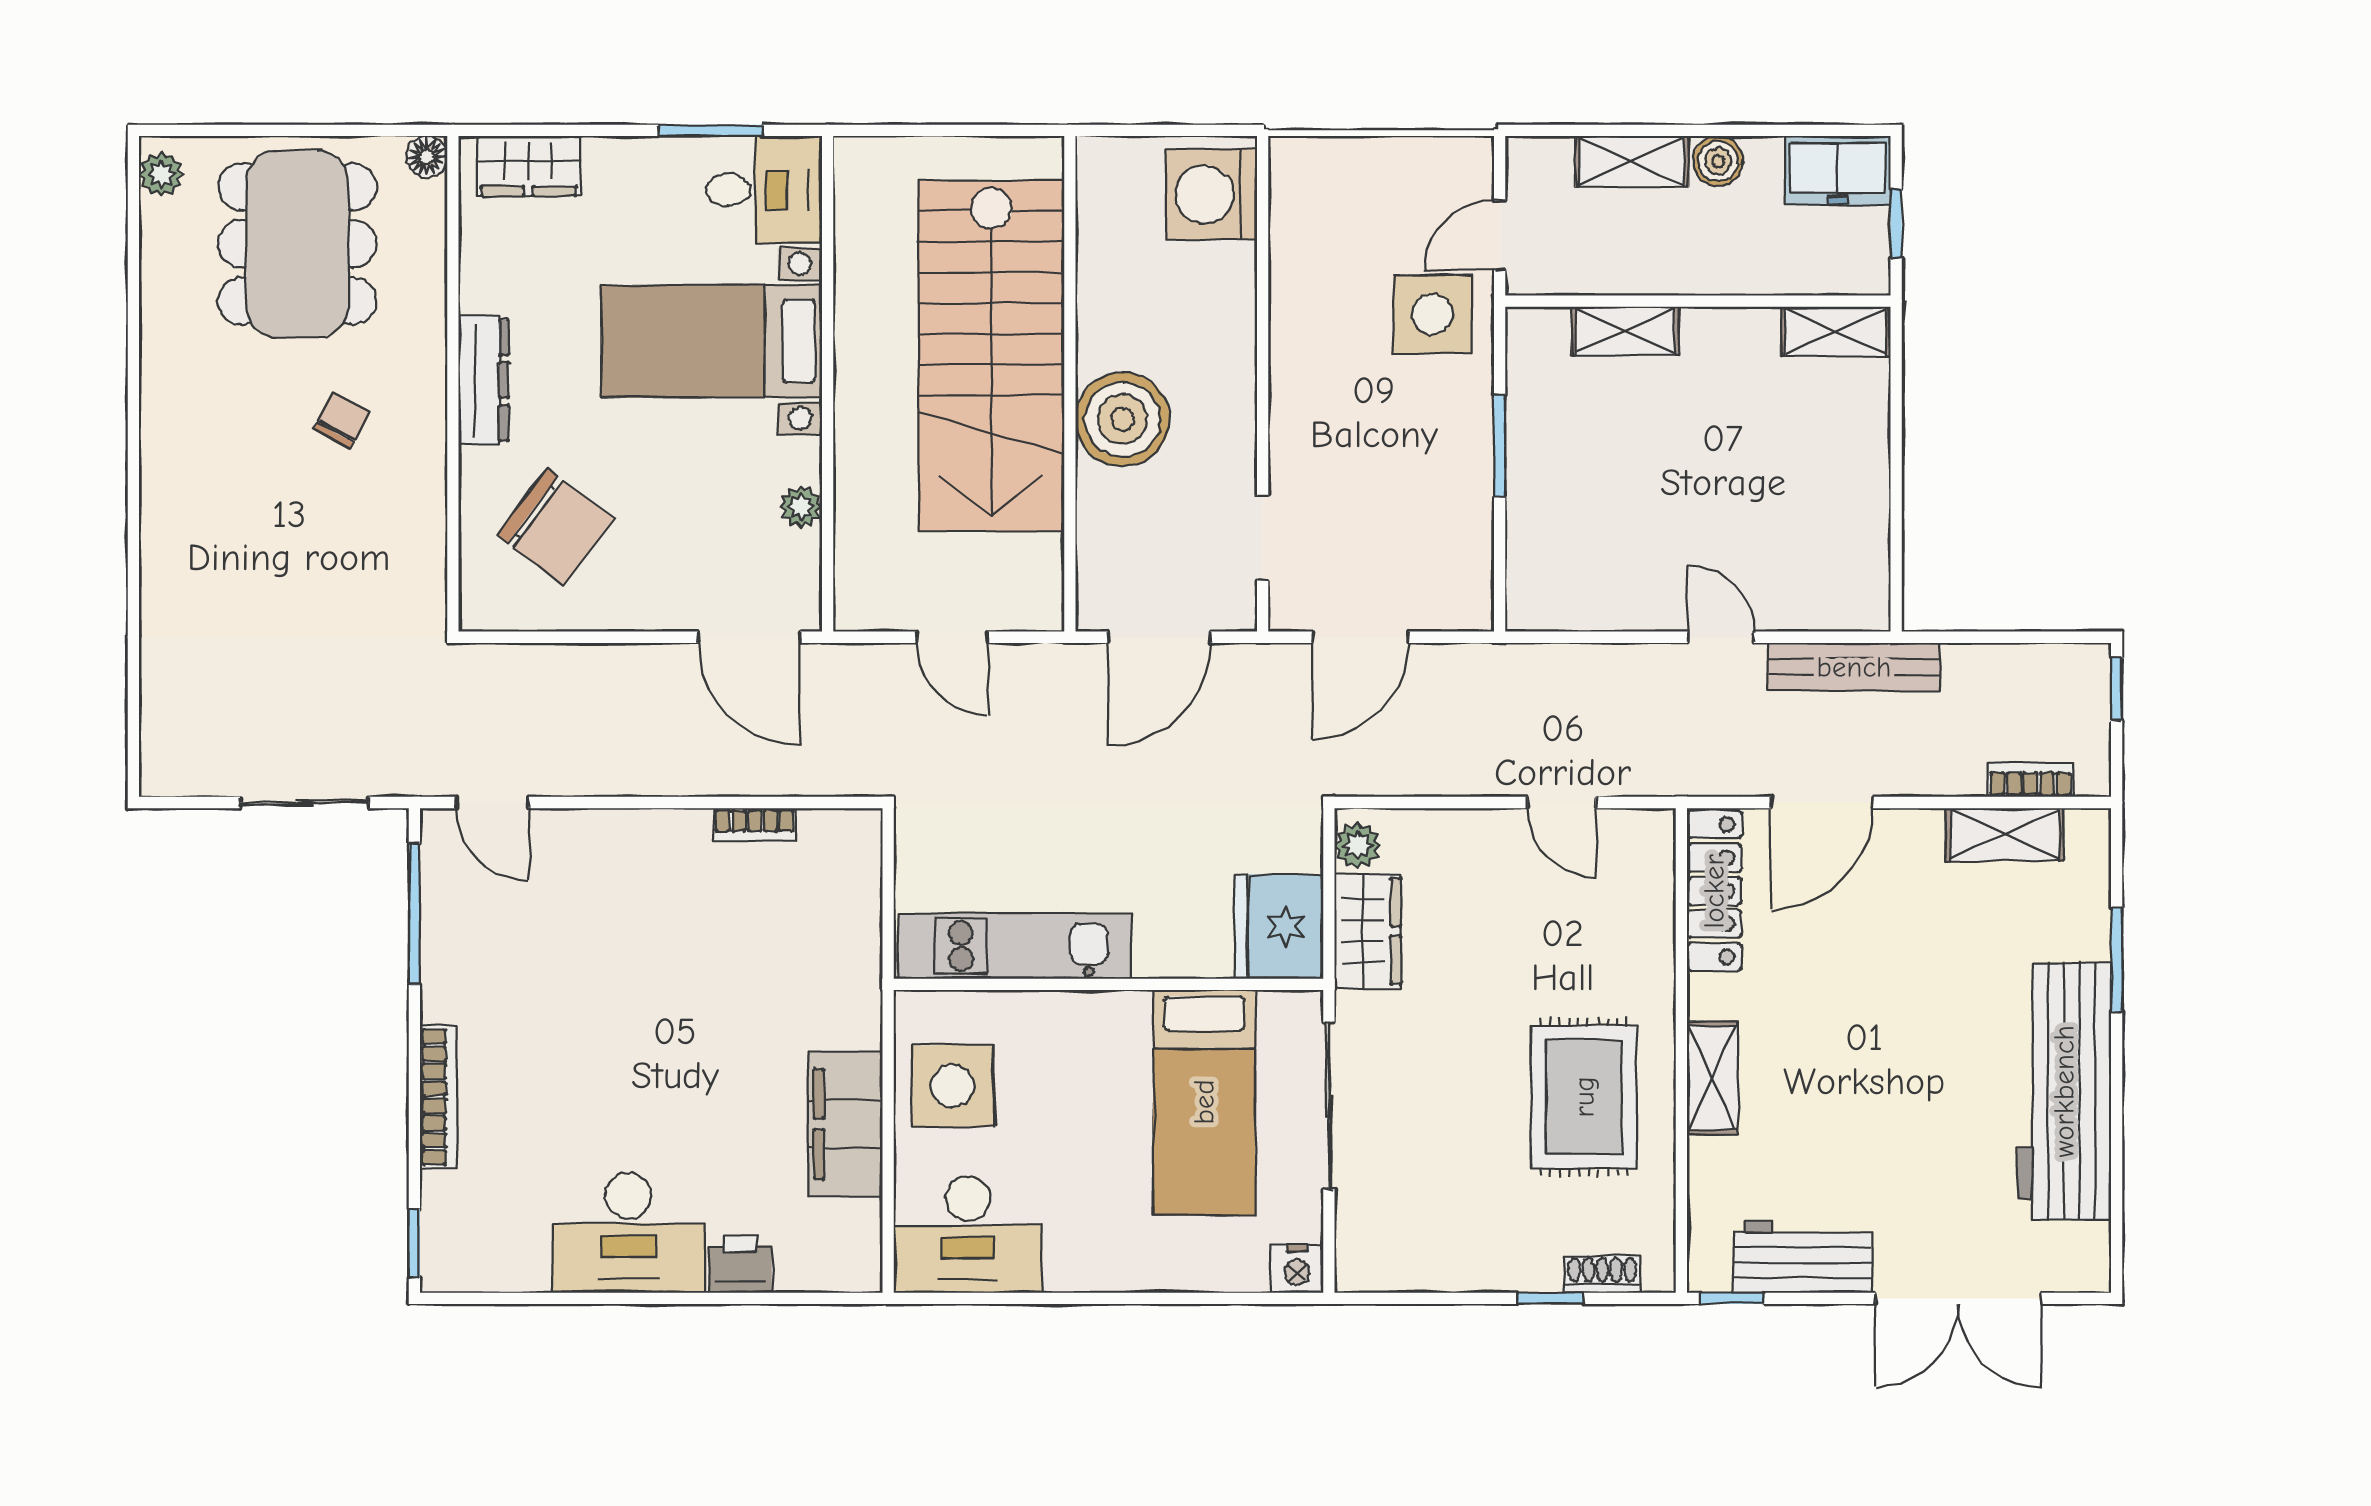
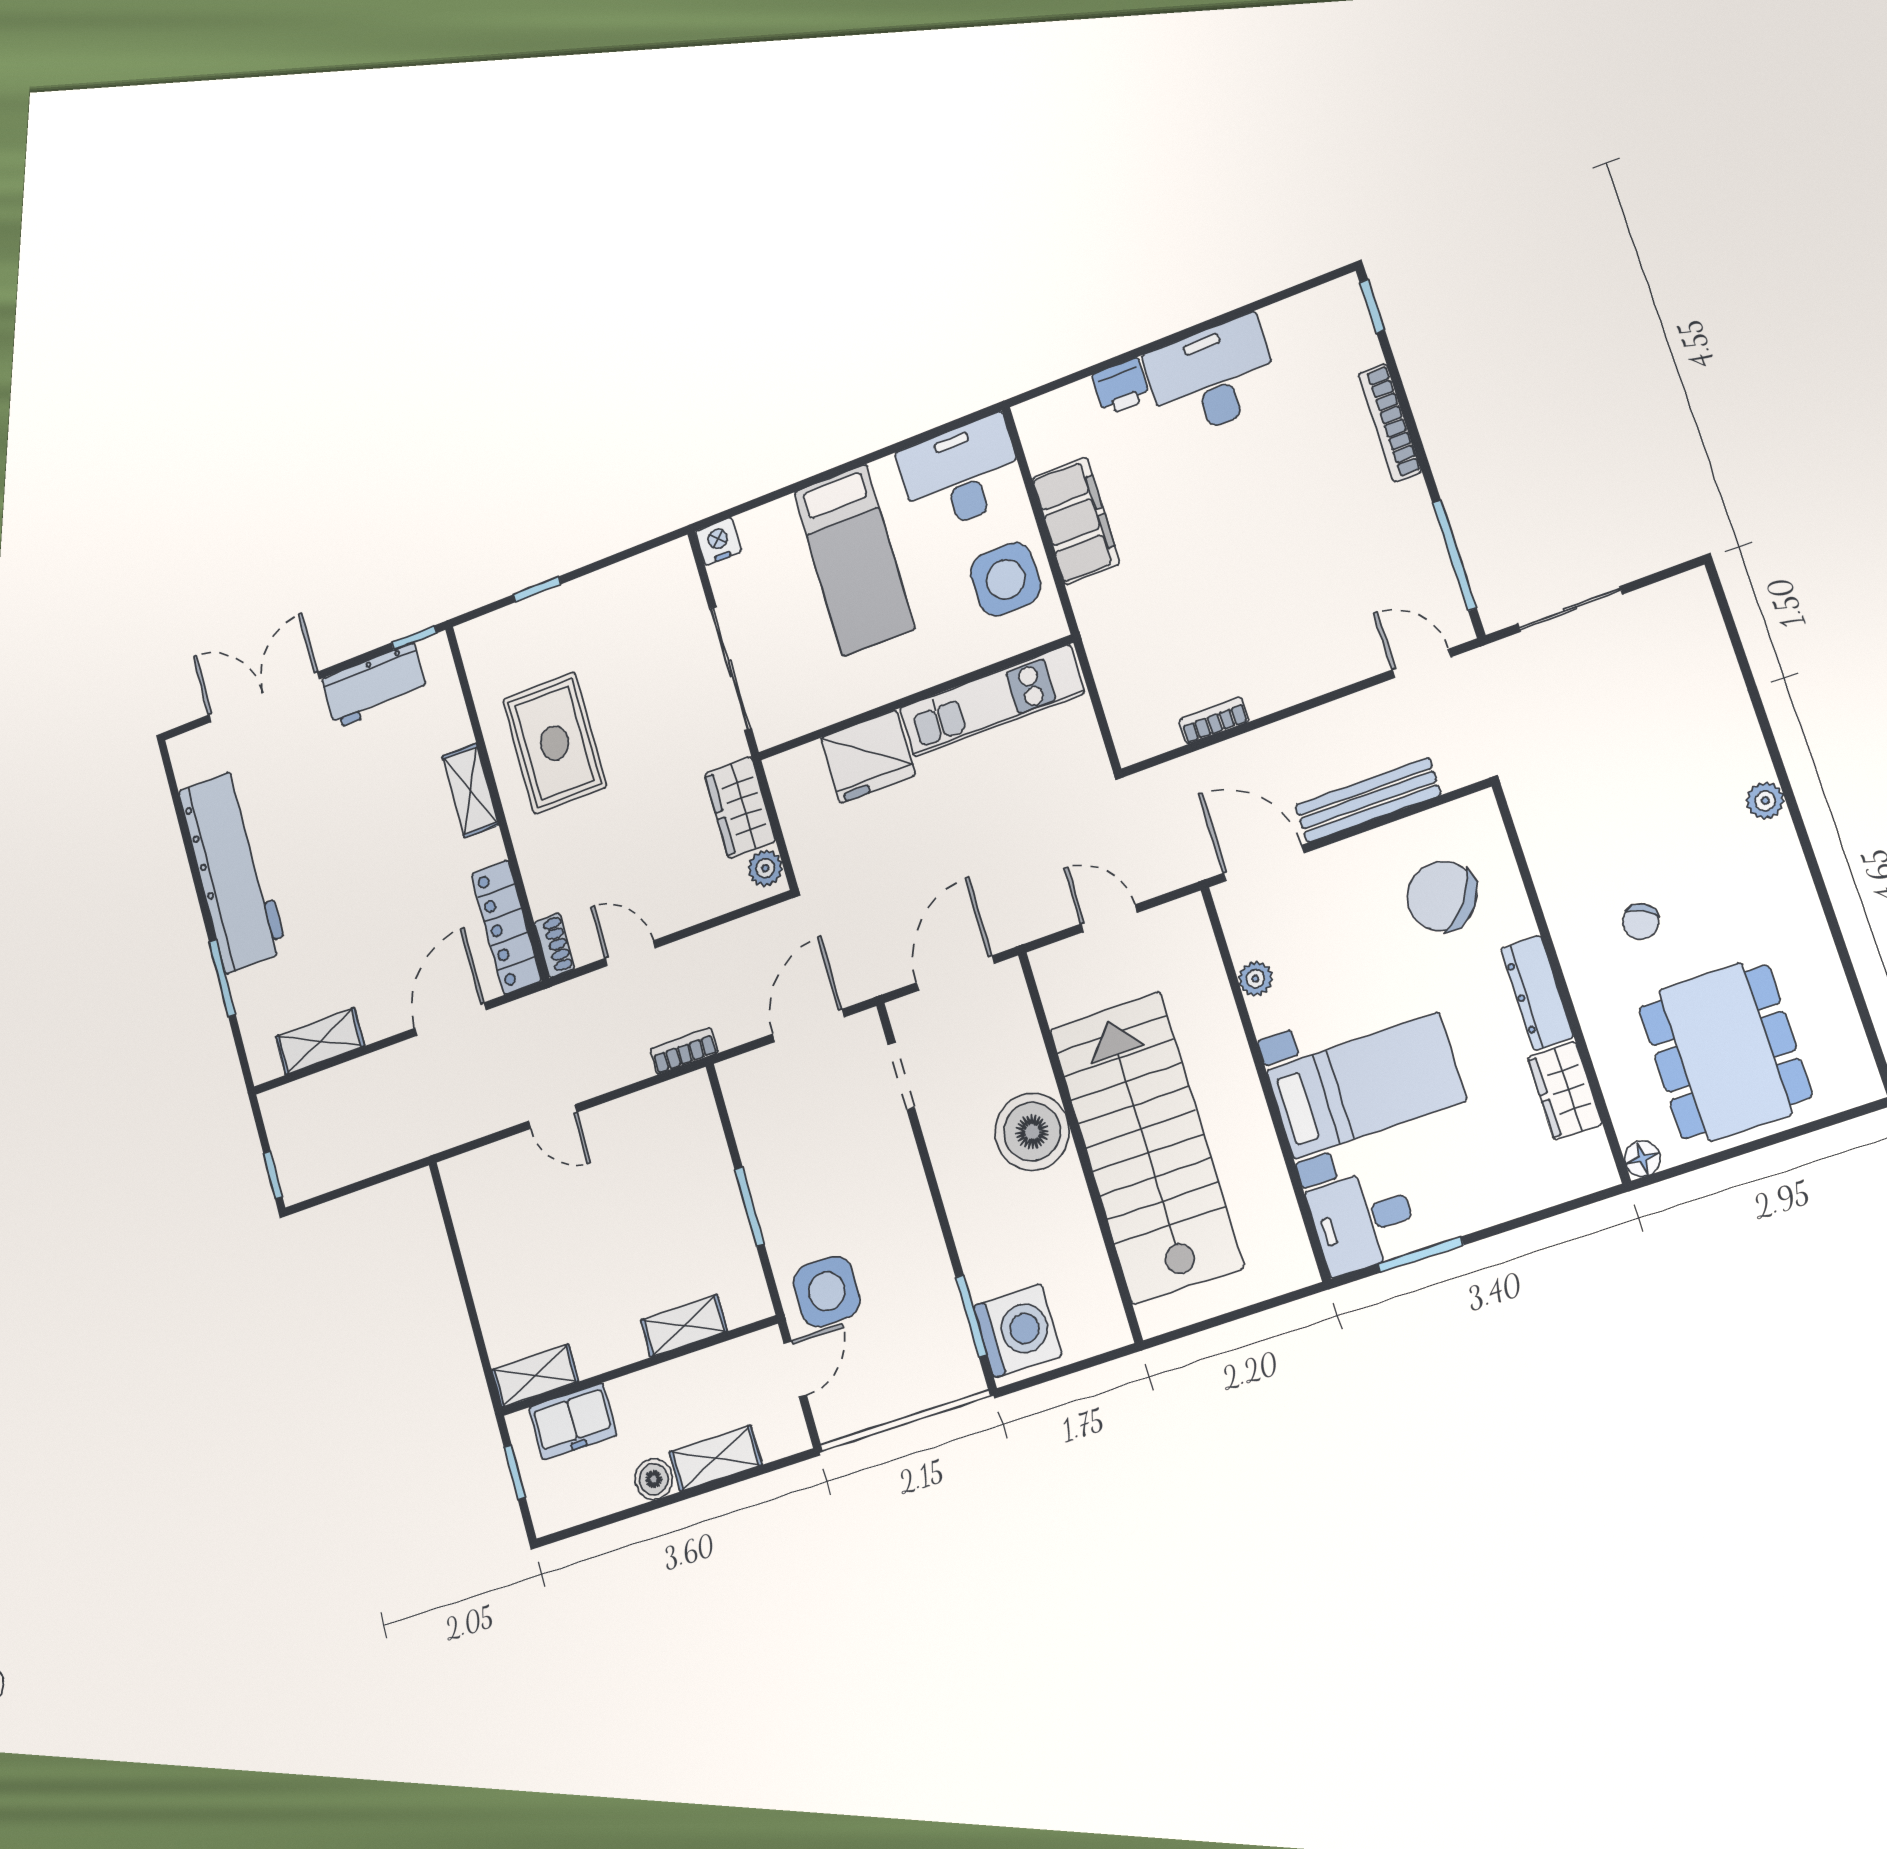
wardrobe: (528, 166) -> (1565, 1091), moved, turned -90
freezer: (1838, 170) -> (573, 1422), moved, turned 180
plant: (161, 174) -> (1765, 801), moved
window: (1263, 229) -> (971, 1316), added
bench: (1854, 667) -> (1368, 800), moved
bookcase: (2031, 780) -> (684, 1051), moved, turned 180
fridge: (1279, 926) -> (868, 757), moved, turned 90
bed: (1204, 1102) -> (854, 560), moved, turned 180
shoe rack: (1602, 1274) -> (554, 945), moved, turned -90

